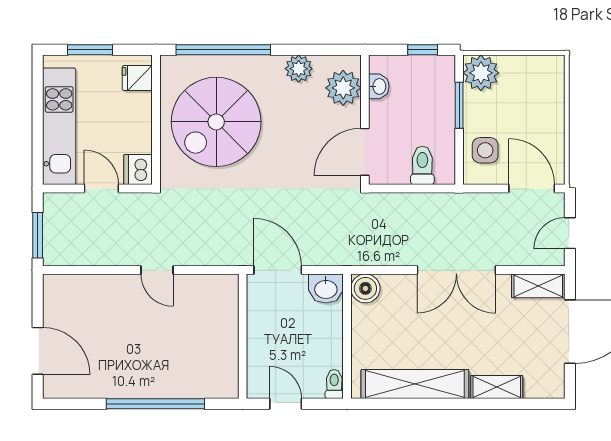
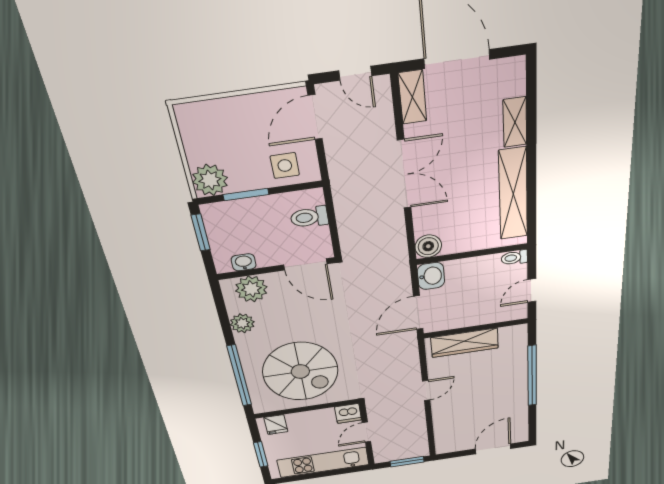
window: (423, 50) -> (201, 232), width x1.50
wardrobe: (223, 322) -> (465, 343), added

